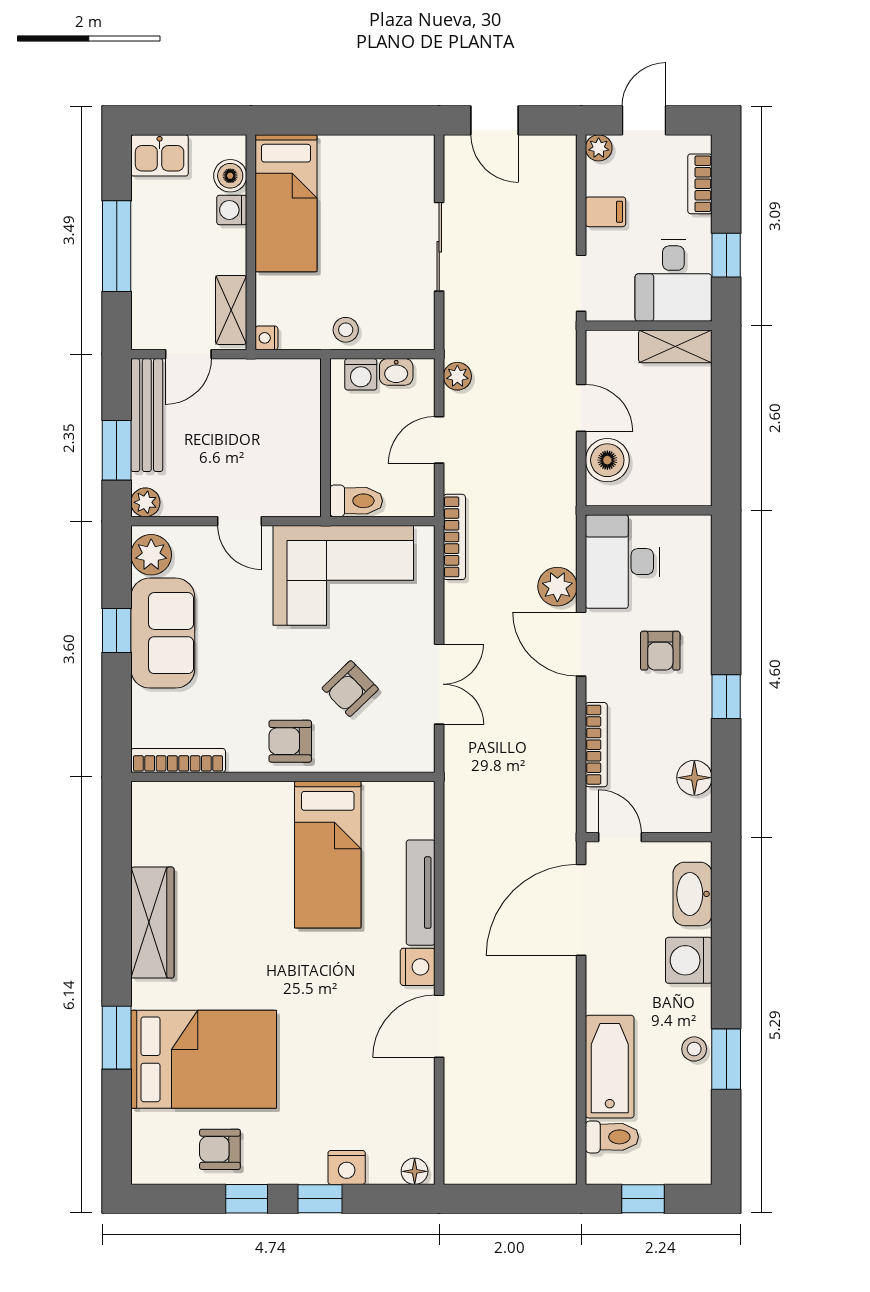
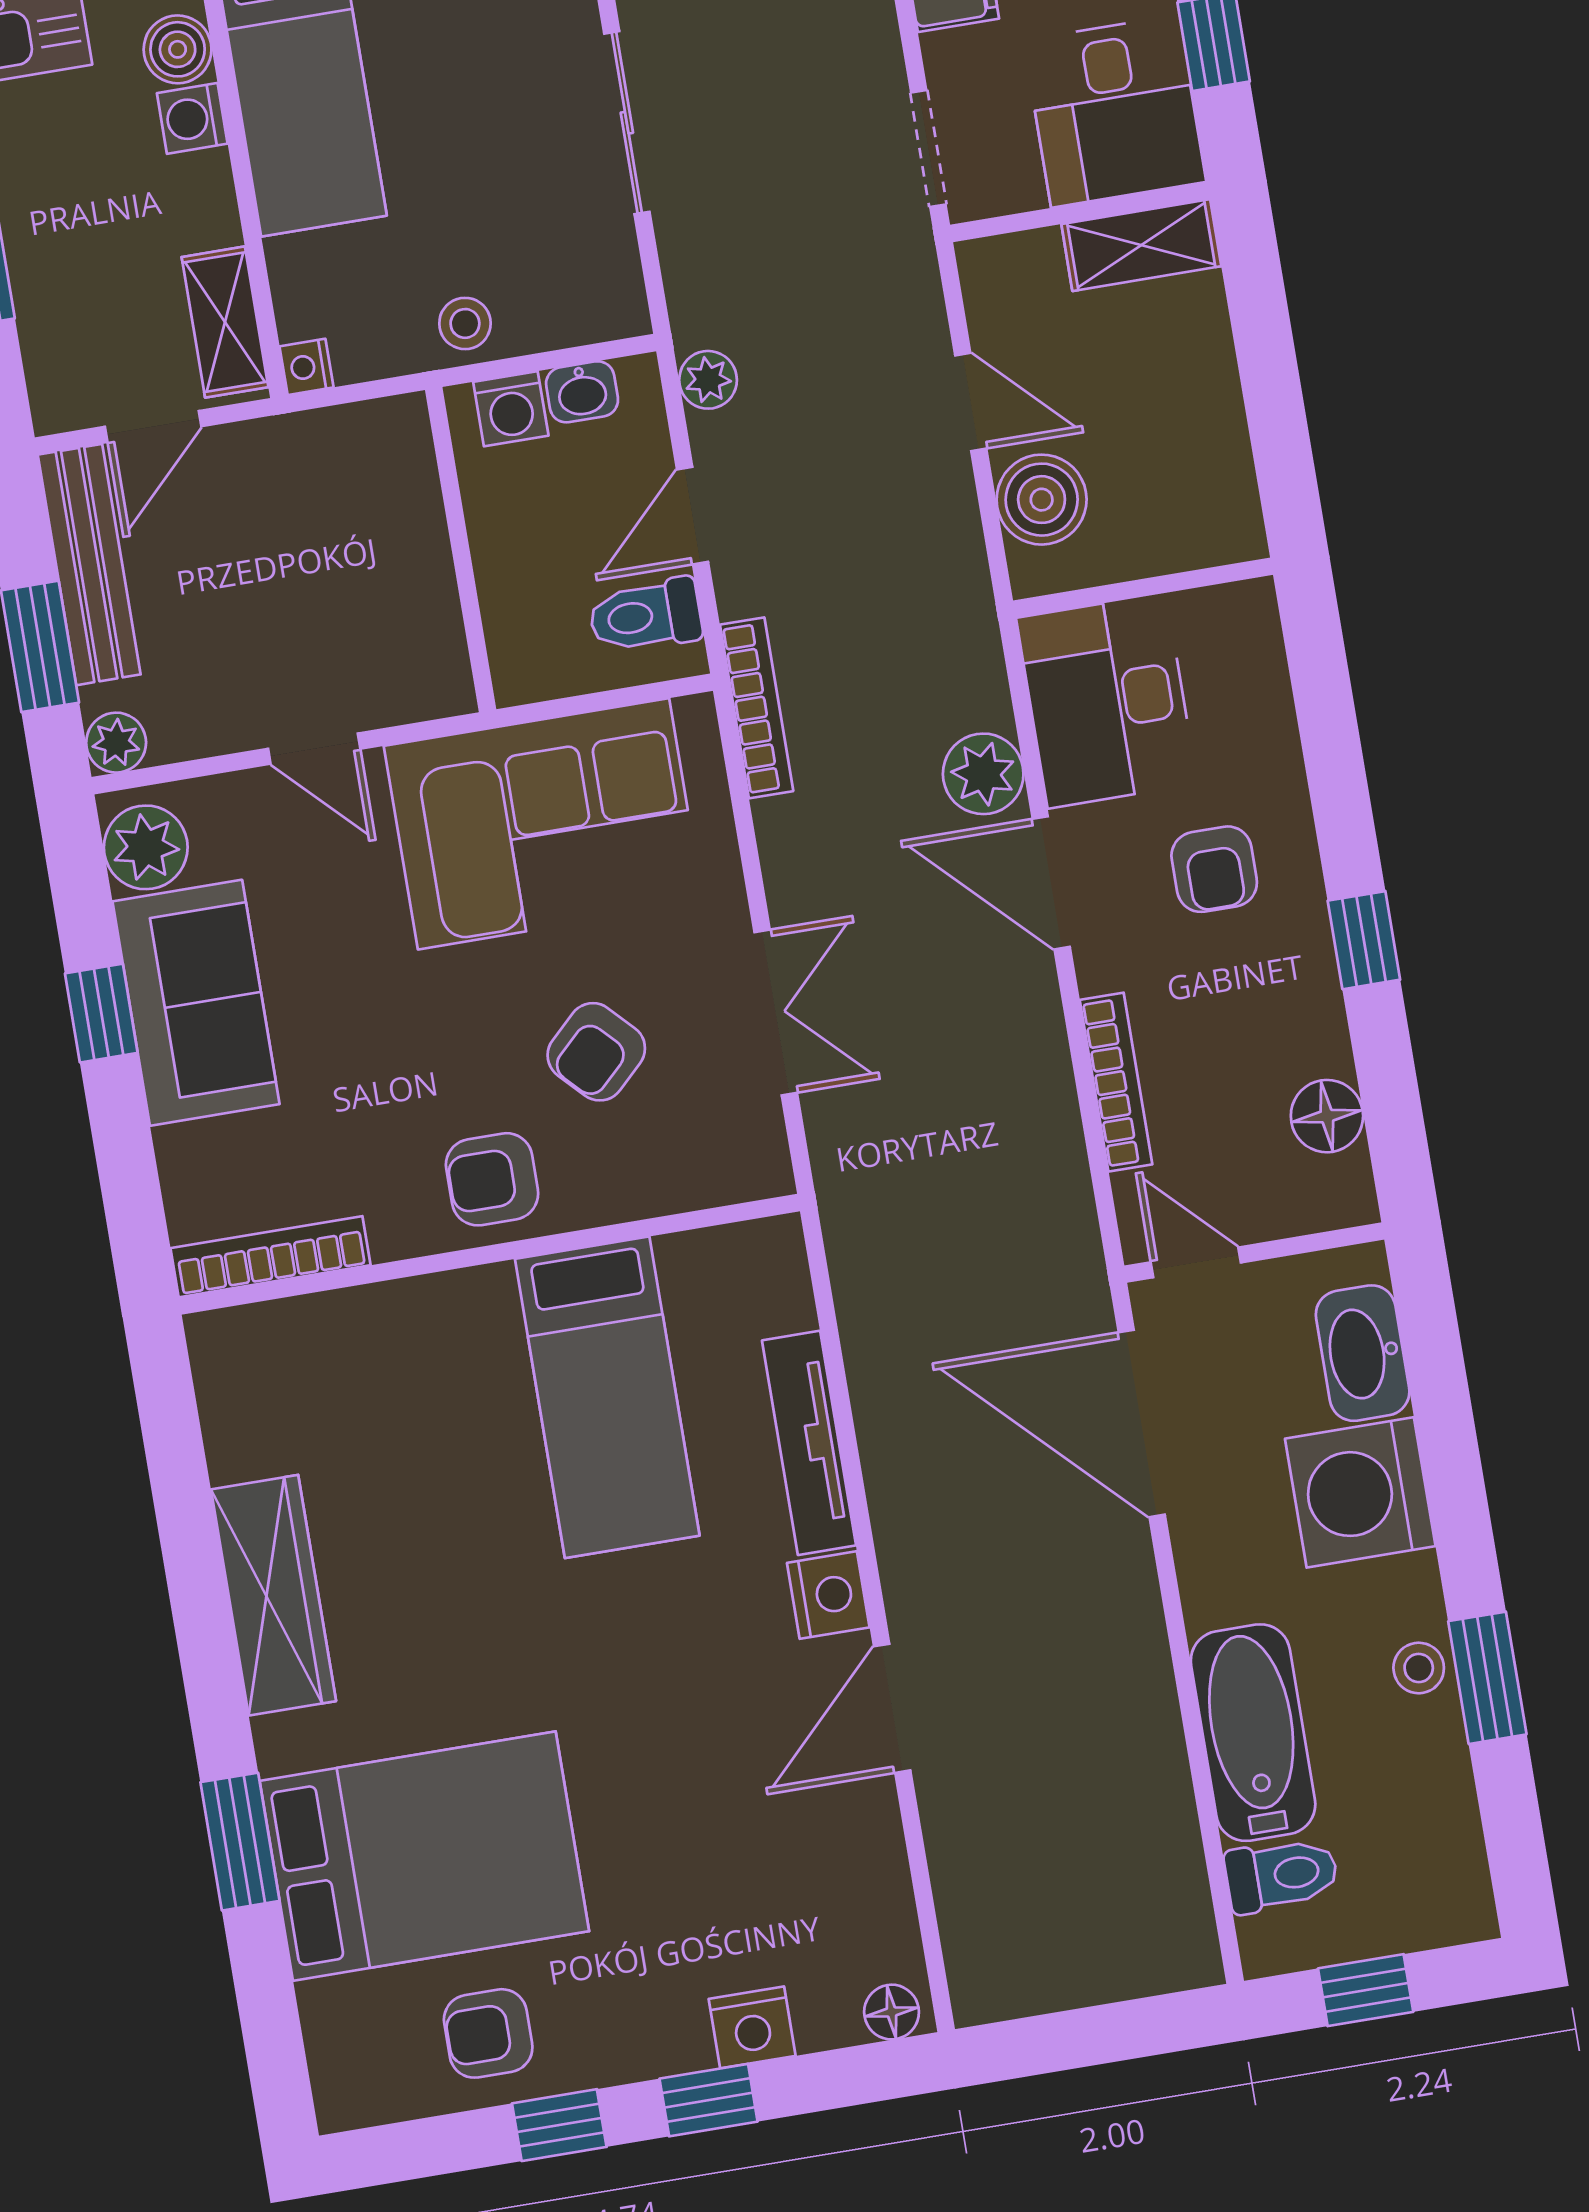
toilet: (356, 501) -> (645, 616), moved, turned 180
door: (581, 910) -> (1142, 1423), hinge flipped
washing machine: (689, 960) -> (1360, 1492), width x1.37, depth x1.37

